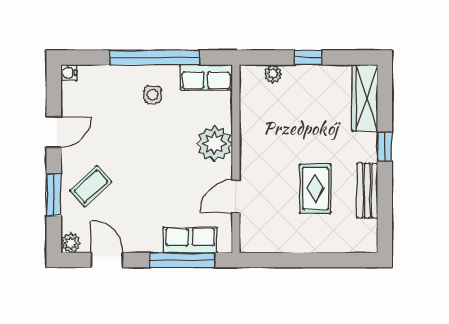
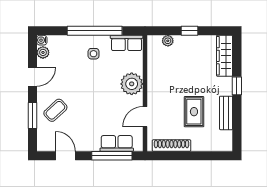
plant: (71, 243) -> (43, 52), moved
shoe rack: (279, 243) -> (172, 146), added

